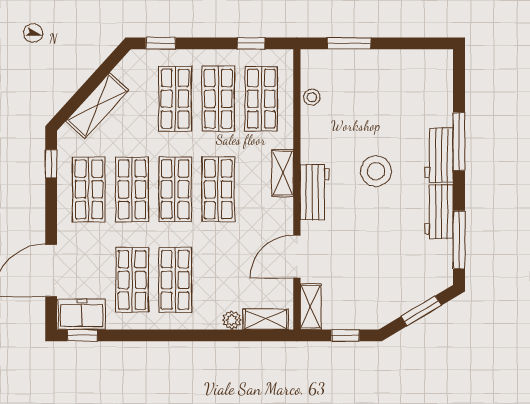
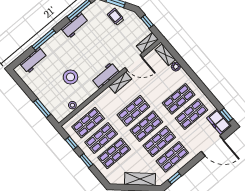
window: (161, 43) -> (86, 161), moved
workbench: (439, 155) -> (34, 60), moved
stool: (376, 171) -> (70, 77), moved
shelving: (283, 173) -> (120, 82), moved
trolley: (397, 290) -> (116, 17), added

